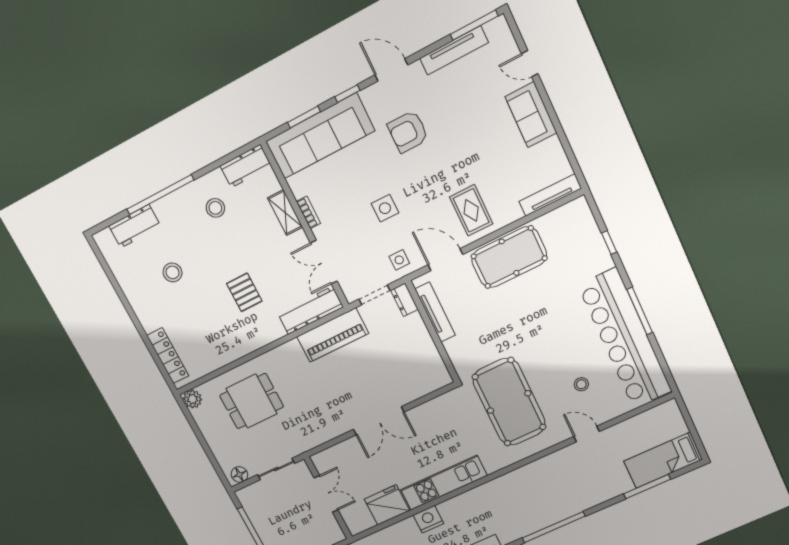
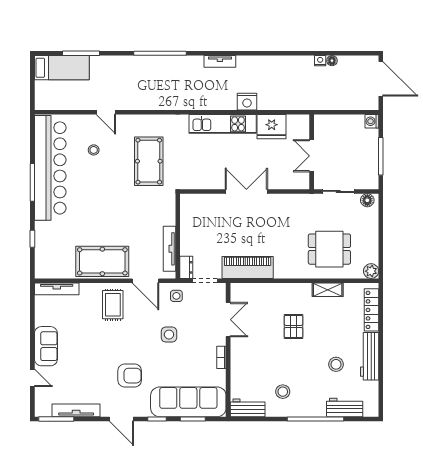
shelving: (285, 213) -> (328, 290), moved, turned 90
workbench: (310, 310) -> (370, 356), moved, turned 90
pool table: (509, 402) -> (149, 161), width x0.73, depth x0.76

